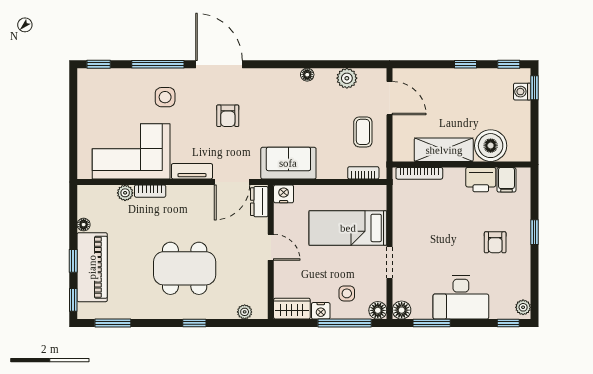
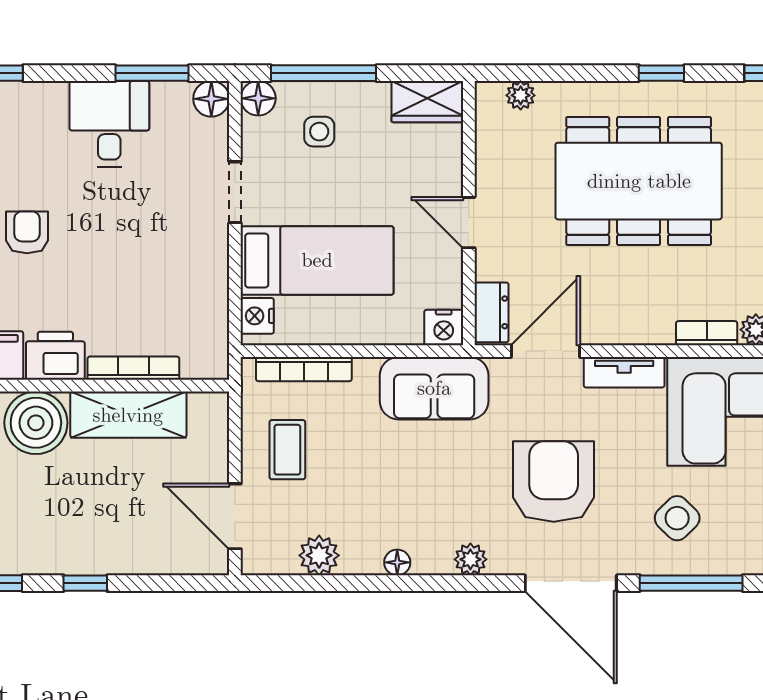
plant: (270, 76) -> (470, 559), added
side table: (165, 97) -> (677, 518), turned 45
armchair: (228, 116) -> (554, 482), width x1.88, depth x1.88
bookcase: (363, 173) -> (304, 369), width x1.56
bookcase: (419, 173) -> (133, 368), moved
dining table: (185, 268) -> (639, 181), width x1.36, depth x1.24
desk: (461, 297) -> (109, 124), width x0.73
nightstand: (321, 311) -> (257, 316), moved, turned -90
window: (194, 323) -> (661, 73), moved

